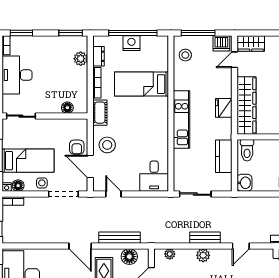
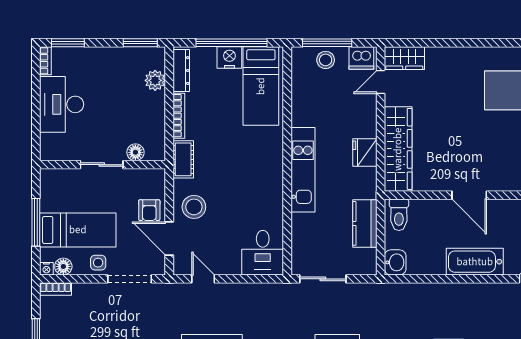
stool: (185, 55) -> (326, 60), moved
dresser: (99, 56) -> (181, 71), width x1.44
bed: (141, 84) -> (261, 86), moved, turned -90
sliding door: (21, 116) -> (102, 165), moved

